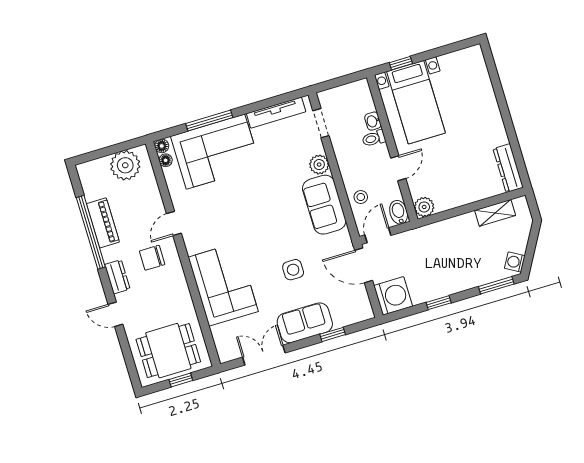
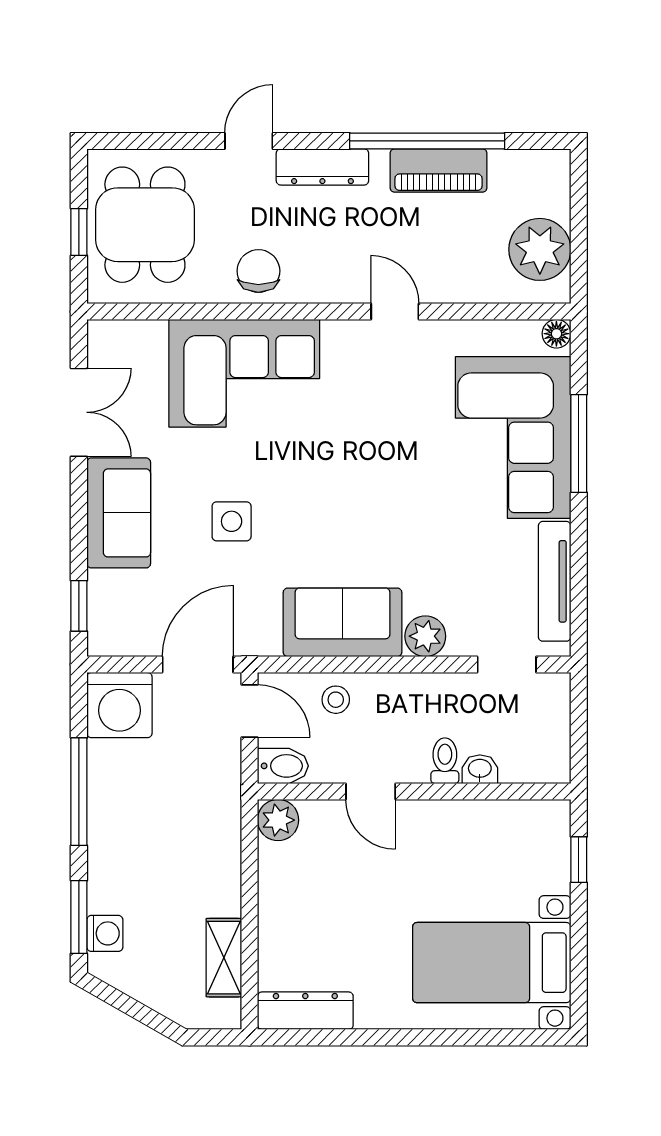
bed with nightstands: (416, 102) -> (492, 963), moved
floor lamp: (166, 160) -> (526, 333), removed
chair: (152, 258) -> (258, 271), moved
washing machine: (515, 262) -> (105, 933), moved, turned 60
dresser: (117, 277) -> (322, 167), width x1.44
window: (439, 303) -> (79, 792), width x2.17
window: (333, 334) -> (79, 606), moved

